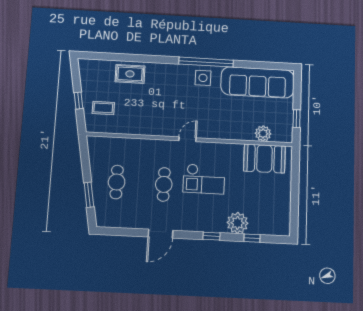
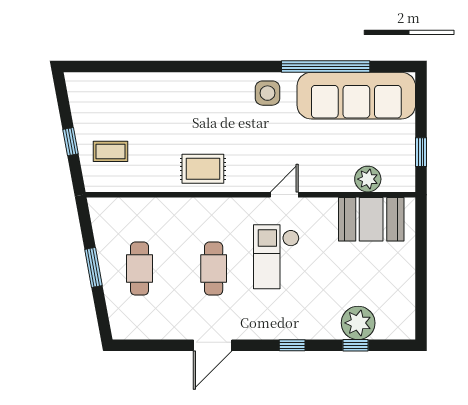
window: (206, 62) -> (326, 67), moved
rug: (130, 74) -> (203, 169), moved
door: (187, 139) -> (284, 195), moved
checkout: (204, 179) -> (276, 257), turned 90
window: (89, 195) -> (94, 267), moved
plant: (237, 223) -> (358, 323), moved

